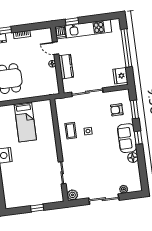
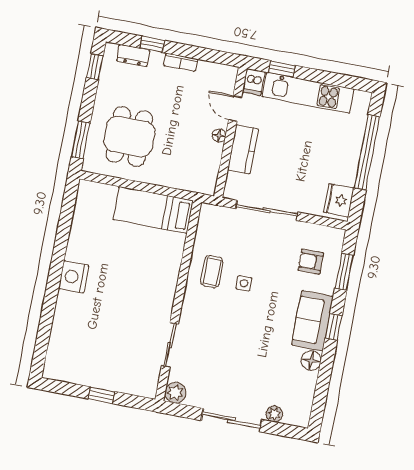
bed: (25, 122) -> (153, 210), moved, turned 90

